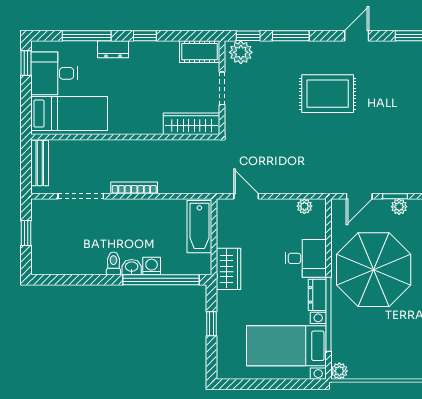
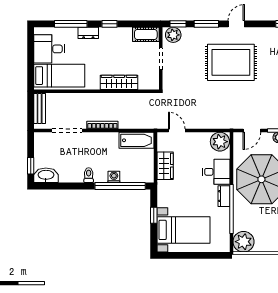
door: (357, 36) -> (236, 24), moved
window: (26, 63) -> (31, 42), removed
rug: (328, 94) -> (231, 62), width x1.37, depth x1.44
wardrobe: (191, 124) -> (119, 82), moved
plant: (304, 206) -> (220, 142), width x1.88, depth x1.88
bathtub: (199, 227) -> (137, 140), moved, turned -90
window: (26, 233) -> (31, 166), moved
washbasin: (132, 267) -> (46, 175), moved, width x1.91, depth x1.45
wardrobe: (229, 269) -> (165, 166), moved
bed with nightstands: (286, 346) -> (183, 230), moved, turned 180
plant: (339, 371) -> (244, 242), width x1.88, depth x1.88

